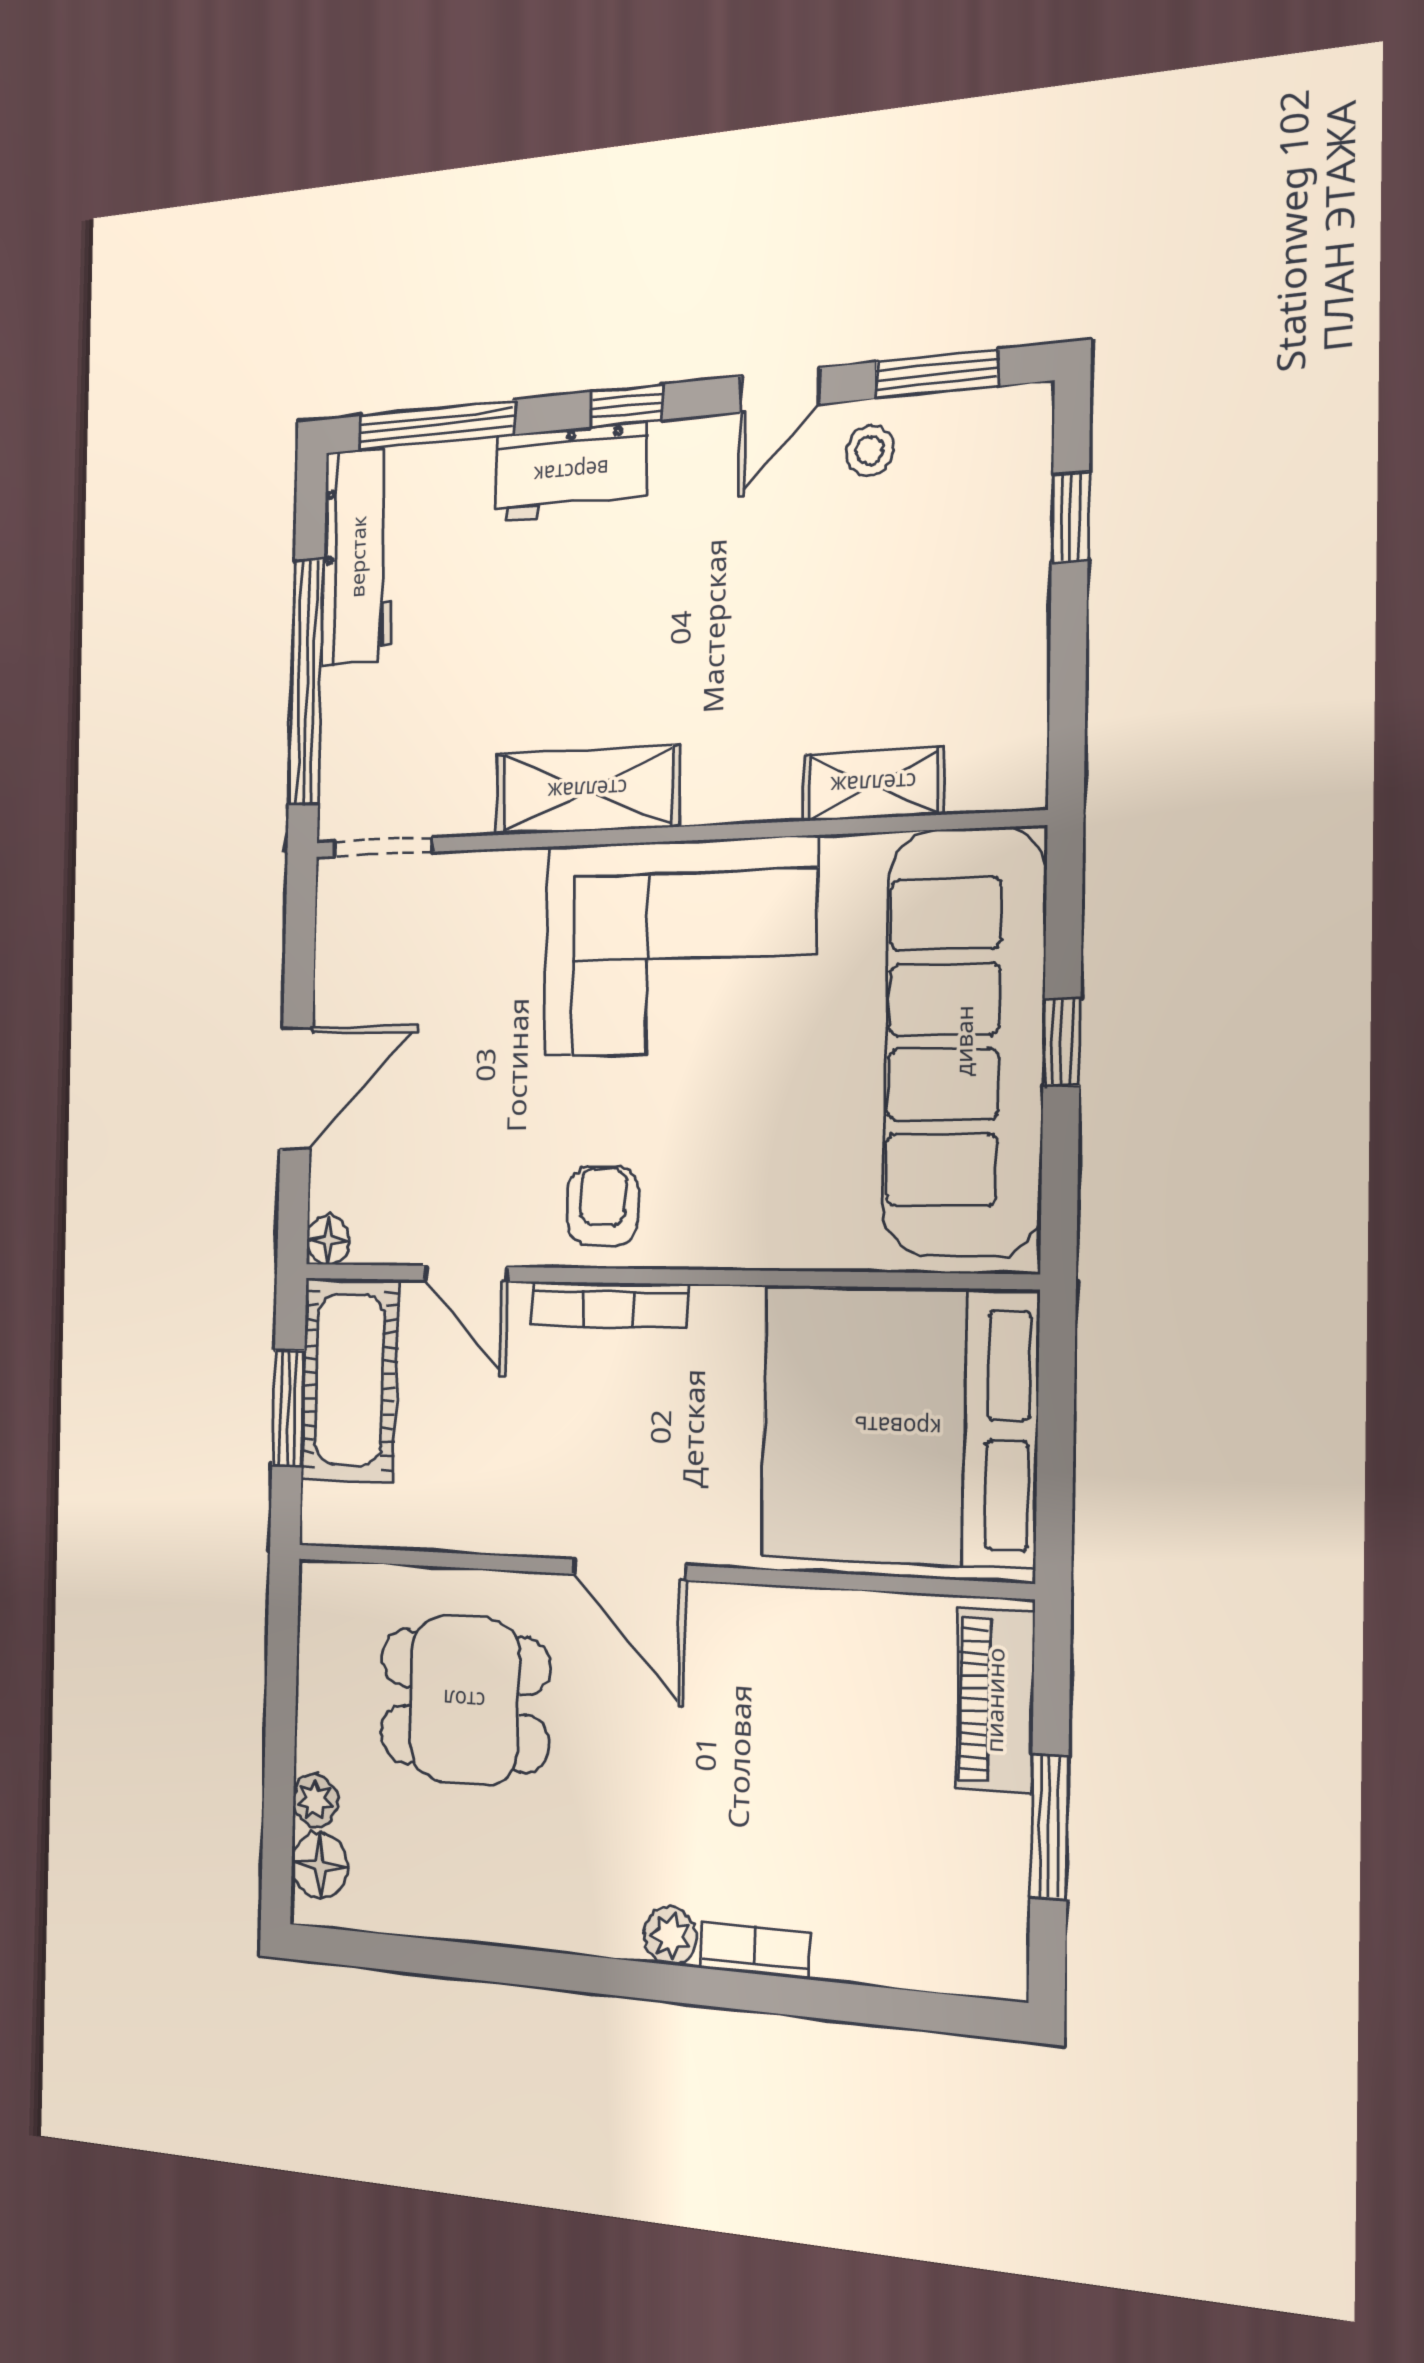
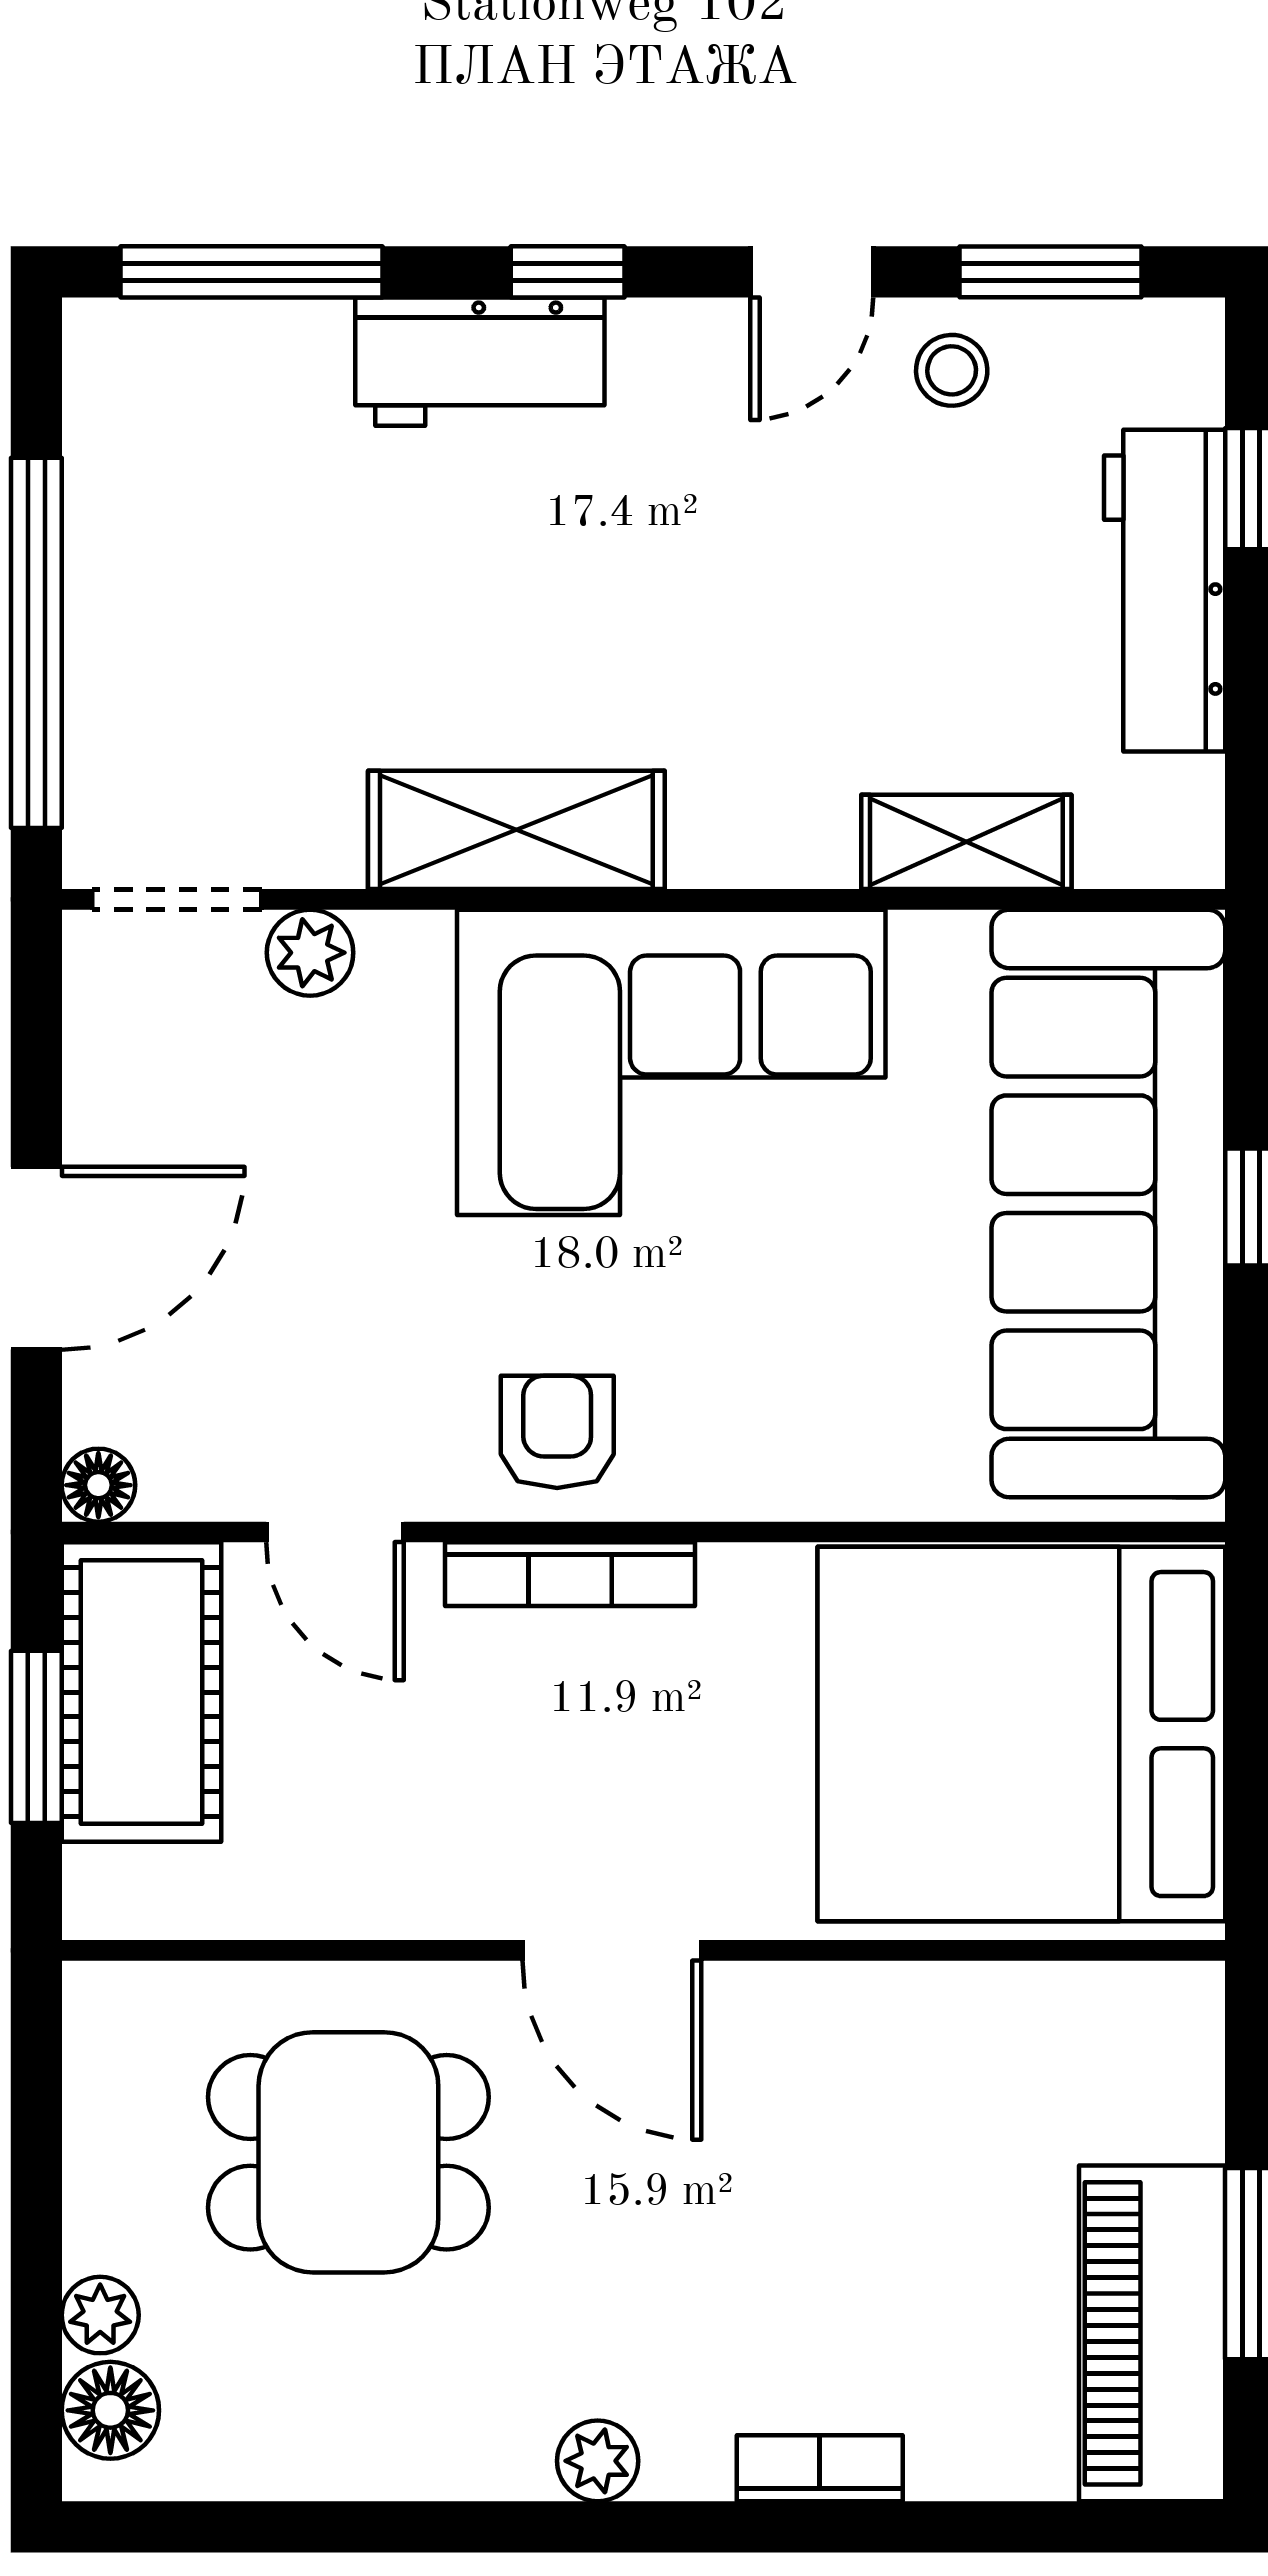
workbench: (358, 557) -> (1165, 591), moved, turned 180
plant: (460, 880) -> (310, 953), added
piano: (995, 1700) -> (1152, 2333), moved, width x1.37, depth x1.33
plant: (670, 1936) -> (598, 2461), moved

